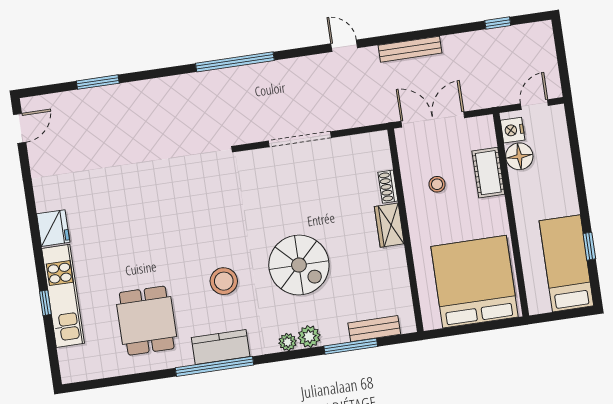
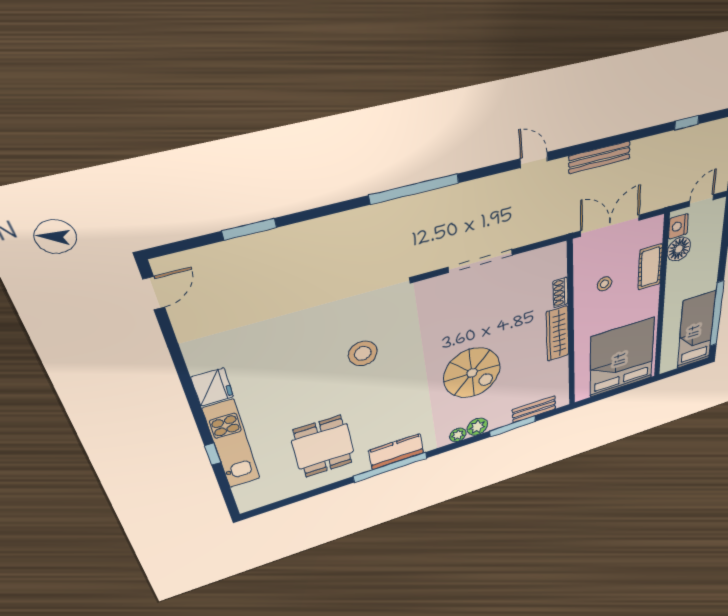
wardrobe: (389, 225) -> (558, 334), width x1.50
window: (589, 246) -> (717, 314), width x3.17
stool: (224, 281) -> (363, 353), moved

